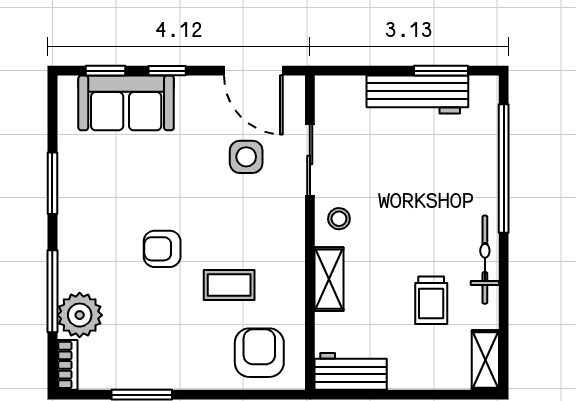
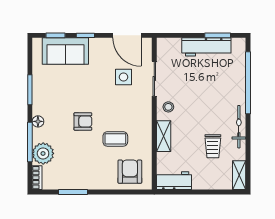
floor lamp: (69, 249) -> (38, 121), added
armchair: (162, 249) -> (83, 121), turned 180

